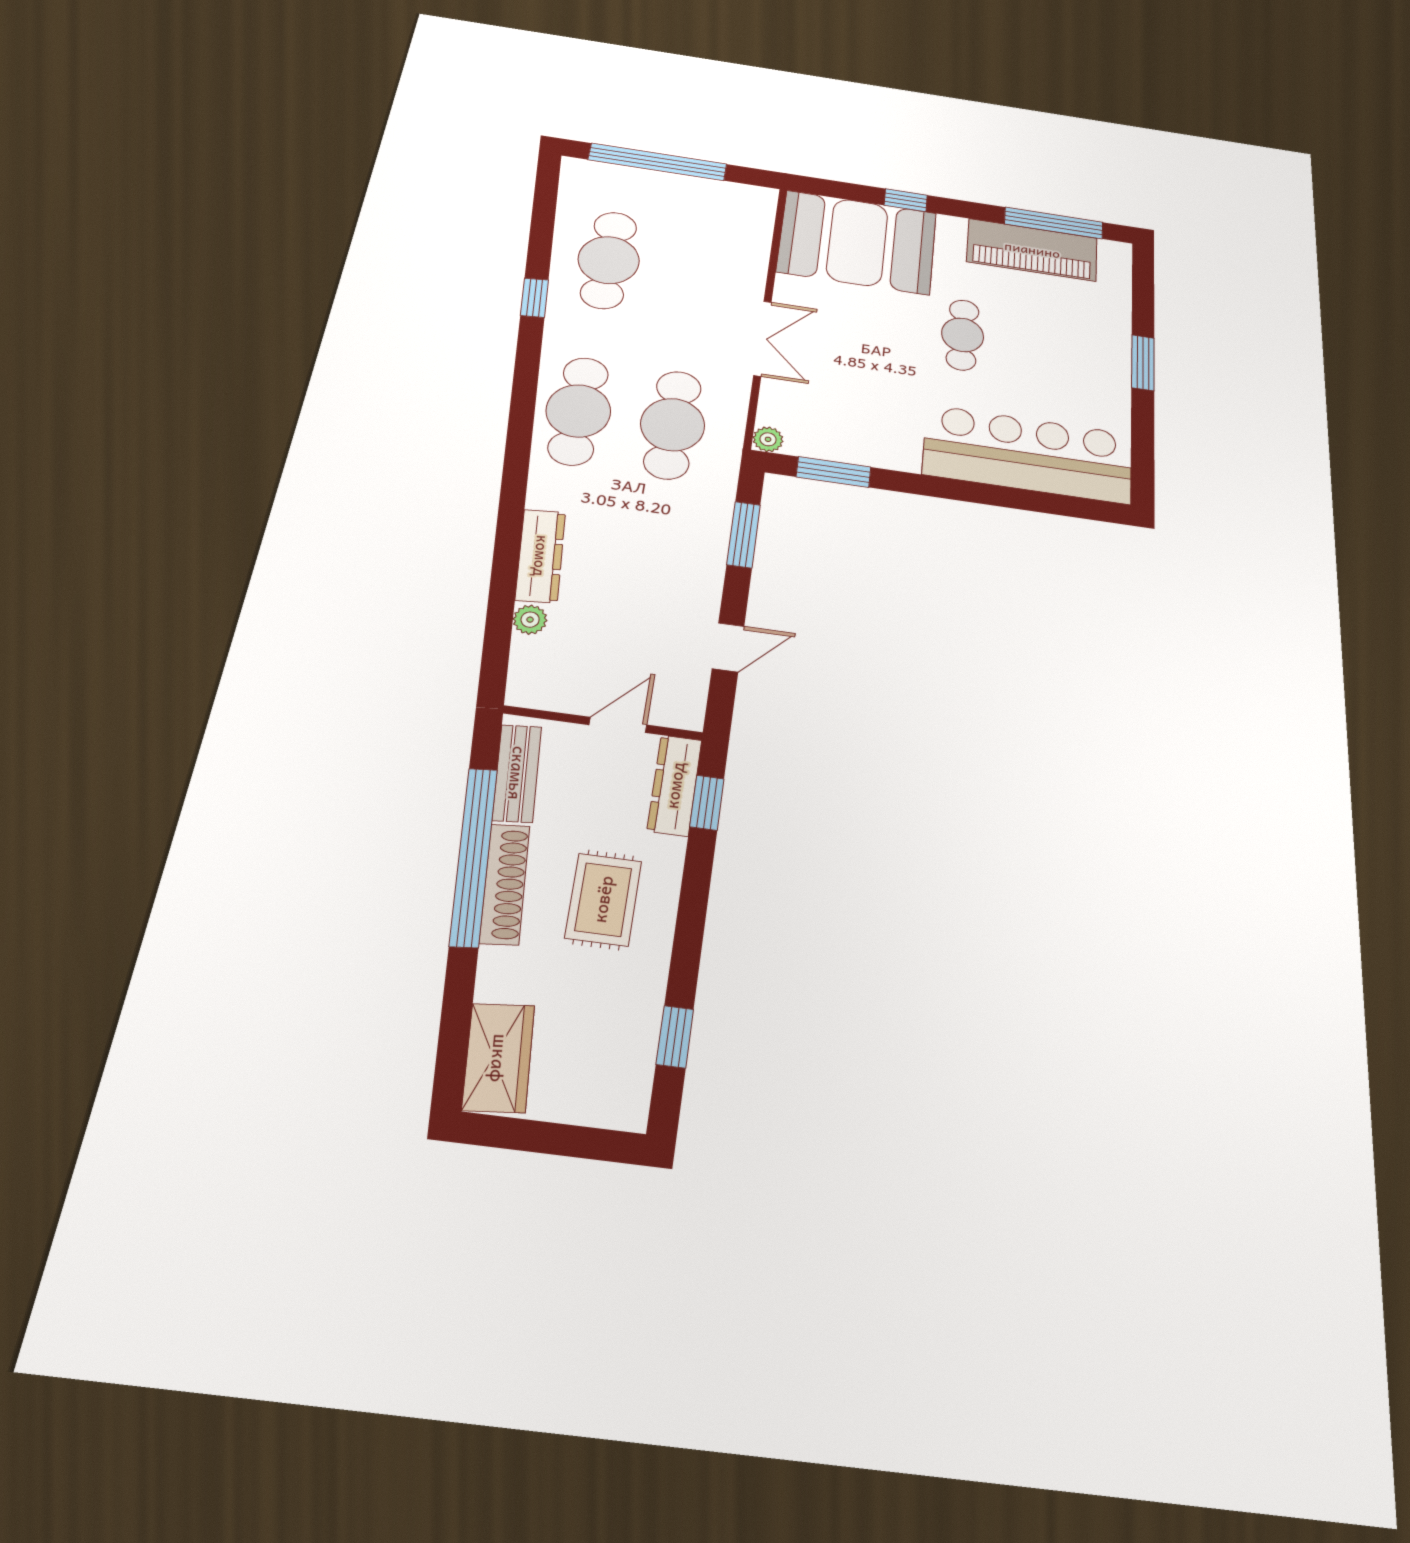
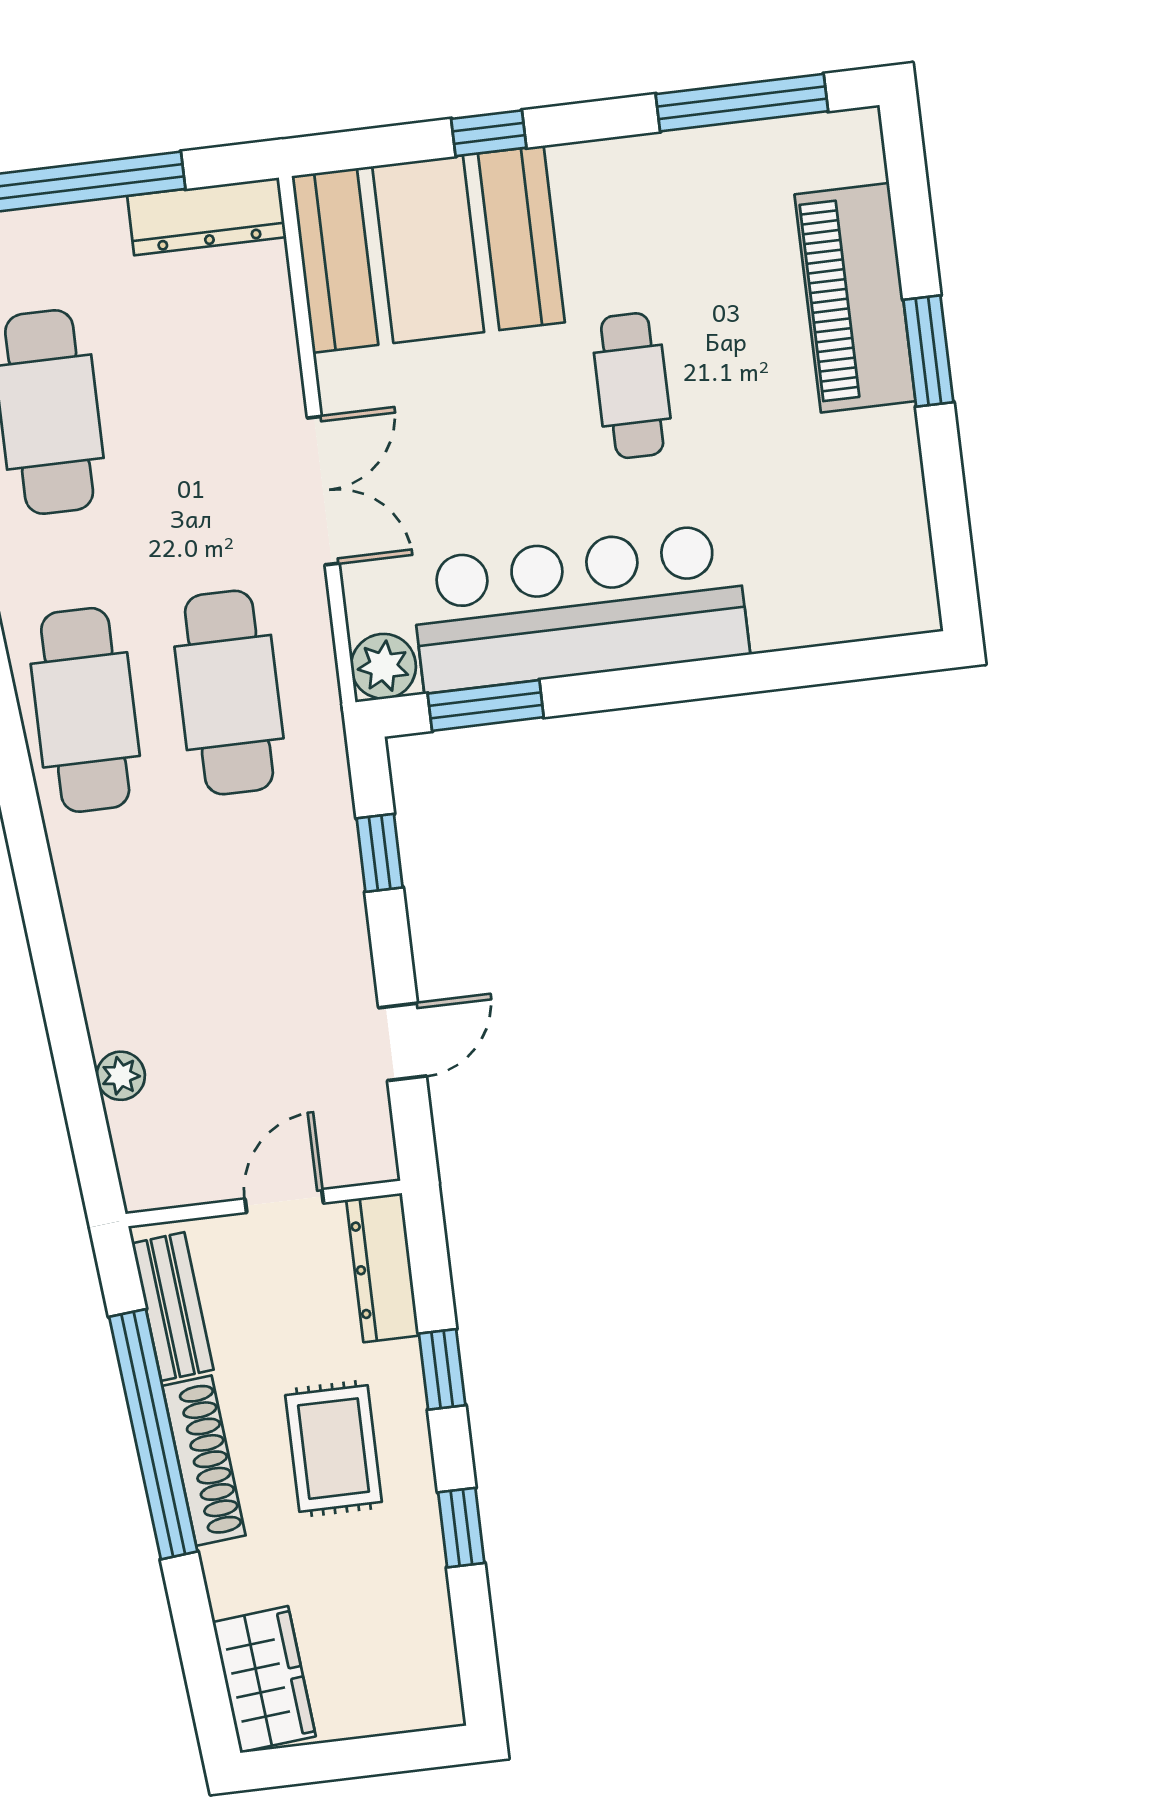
piano: (1032, 250) -> (855, 298), moved, turned 90
plant: (768, 439) -> (383, 666), width x1.38, depth x1.38
bar counter: (1028, 454) -> (579, 608), moved
window: (744, 535) -> (380, 853), width x0.67
dresser: (541, 556) -> (207, 216), moved, turned 95
window: (707, 803) -> (442, 1369), moved
window: (675, 1037) -> (461, 1528), moved

